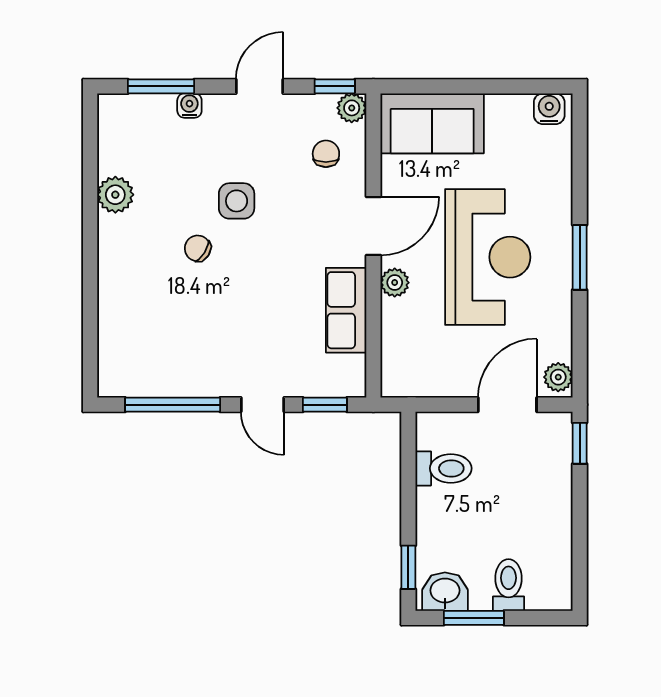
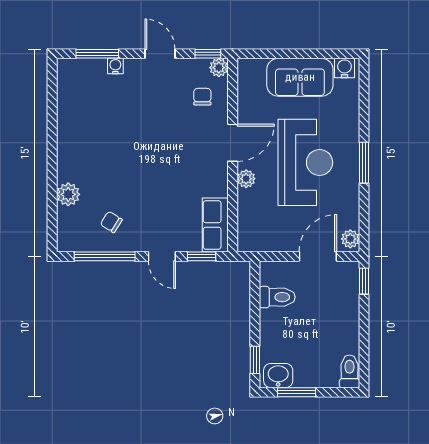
door: (259, 86) -> (160, 54), hinge flipped
sofa: (432, 123) -> (300, 77), moved
plant: (115, 195) -> (68, 194), moved
side table: (237, 201) -> (145, 127), removed
chair: (198, 248) -> (111, 222), moved
row of seats: (346, 310) -> (215, 225), moved
toilet: (508, 585) -> (349, 371), moved

